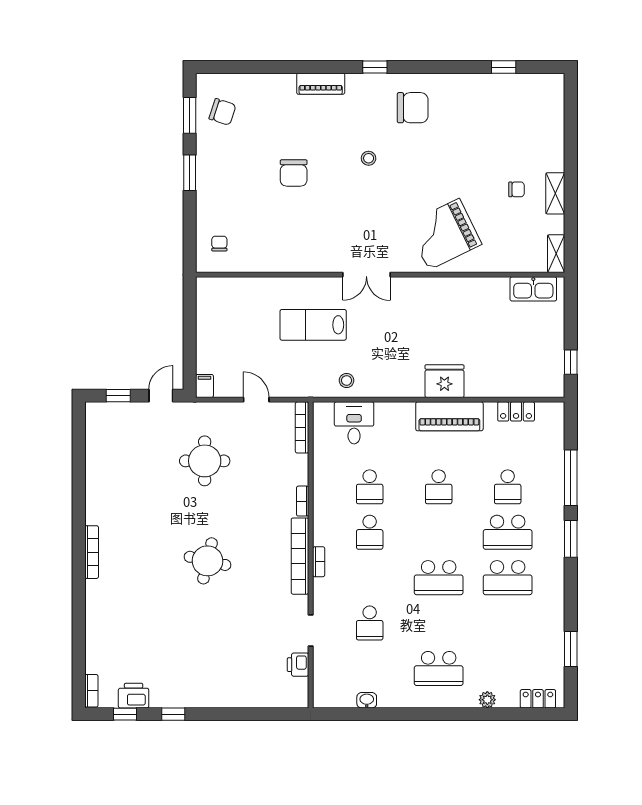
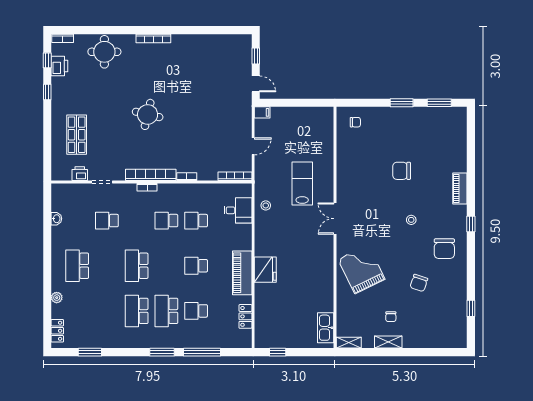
chair: (222, 112) -> (419, 283), moved
round table: (205, 461) -> (104, 52), moved
shop shelf: (239, 669) -> (77, 135), added

